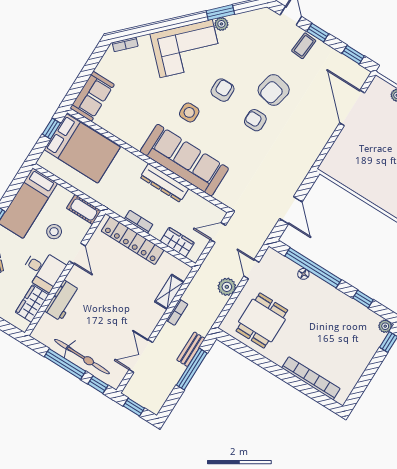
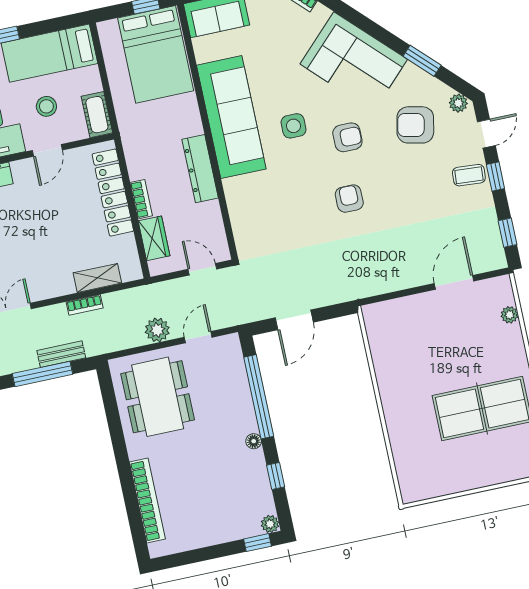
plant: (221, 24) -> (458, 103), moved
armchair: (274, 90) -> (415, 125), moved
door: (352, 108) -> (454, 282), width x0.73
sofa: (184, 160) -> (231, 117), moved
bookcase: (139, 222) -> (141, 199), moved
floor lamp: (303, 274) -> (254, 441), moved
dining table: (262, 321) -> (158, 397), width x1.37

